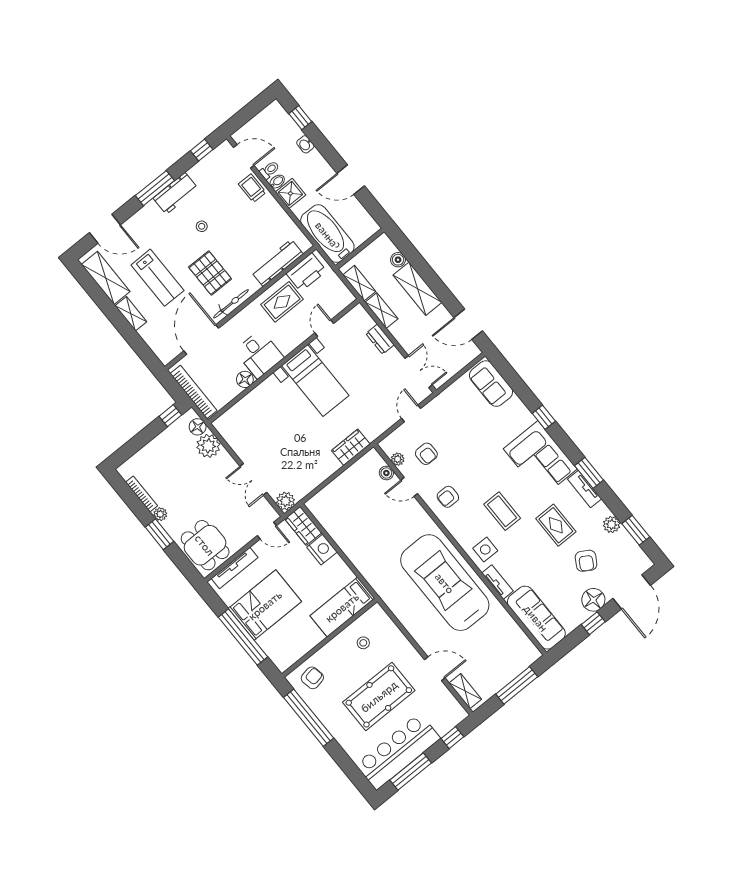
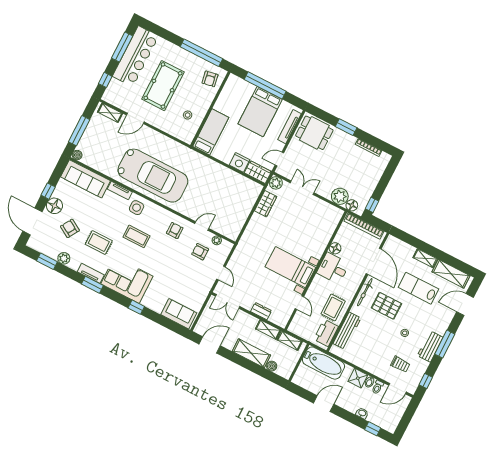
trolley: (252, 188) -> (400, 364), moved
wardrobe: (351, 447) -> (266, 204), moved
boiler: (386, 473) -> (77, 155), moved
plant: (160, 514) -> (351, 140), removed

